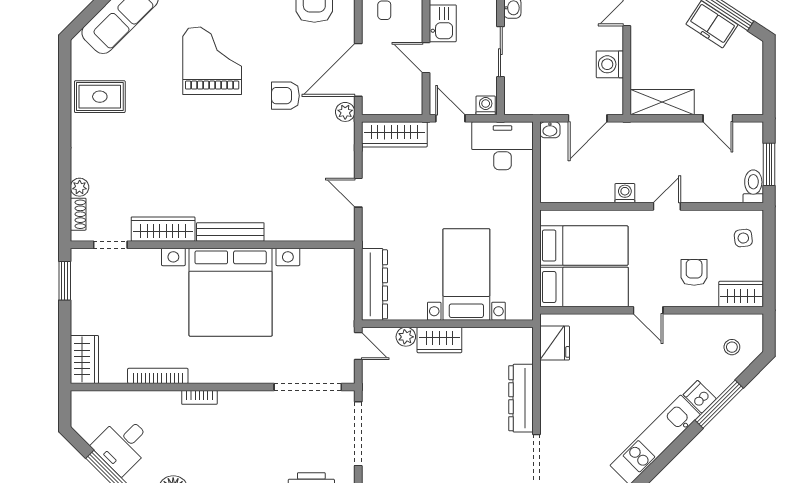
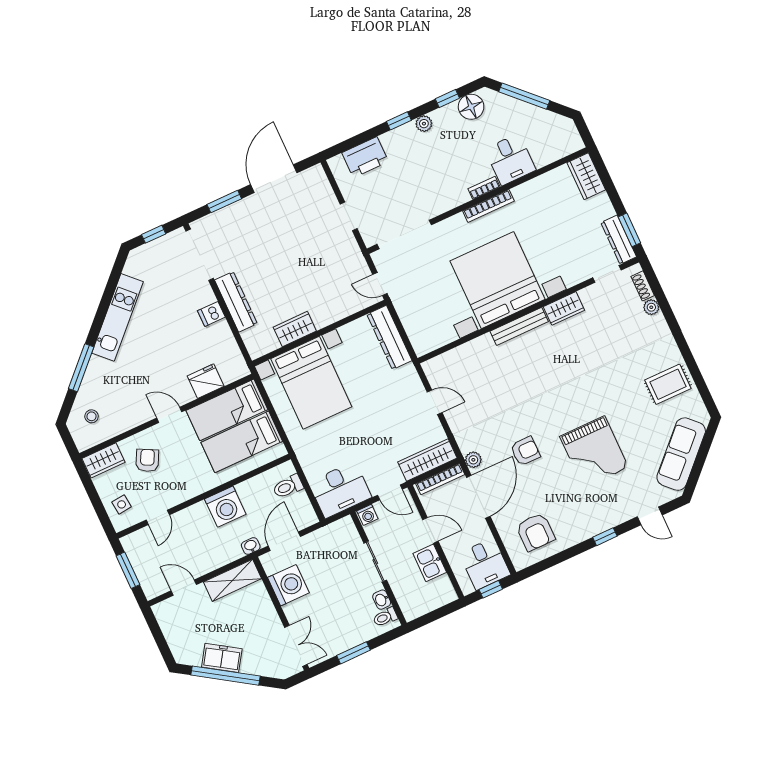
washing machine: (610, 64) -> (288, 585), width x1.37, depth x1.37
bookcase: (390, 108) -> (440, 479), added
washbasin: (550, 130) -> (251, 546), moved
toilet: (753, 186) -> (288, 486), moved, turned 90
washing machine: (625, 193) -> (225, 507), width x1.89, depth x1.89
door: (667, 206) -> (158, 517), moved
wardrobe: (163, 229) -> (564, 308), width x0.67
armchair: (694, 272) -> (147, 460), turned -153
dresser: (81, 275) -> (619, 240), added
bed with nightstands: (466, 275) -> (311, 383), width x1.36
plant: (406, 337) -> (347, 308), removed
wardrobe: (439, 340) -> (295, 329), moved
fridge: (555, 343) -> (206, 381), moved, turned 90
bookcase: (158, 376) -> (488, 206), moved
dishwasher: (700, 397) -> (211, 314), moved, turned 135
doorway: (358, 434) -> (349, 216), width x0.53
desk: (123, 445) -> (510, 159), moved, turned 135

